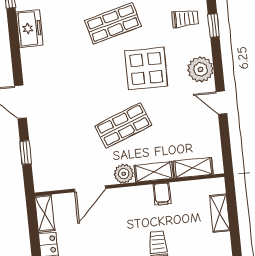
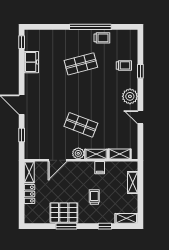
display table: (146, 68) -> (98, 93), removed
shop shelf: (123, 125) -> (81, 125), turned 42

